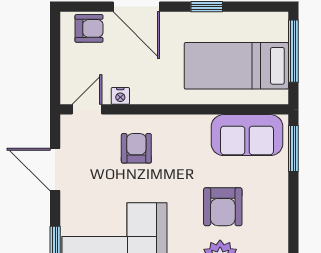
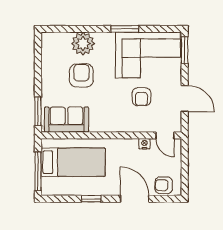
door: (87, 109) -> (165, 135), hinge flipped
armchair: (136, 148) -> (141, 97), moved

